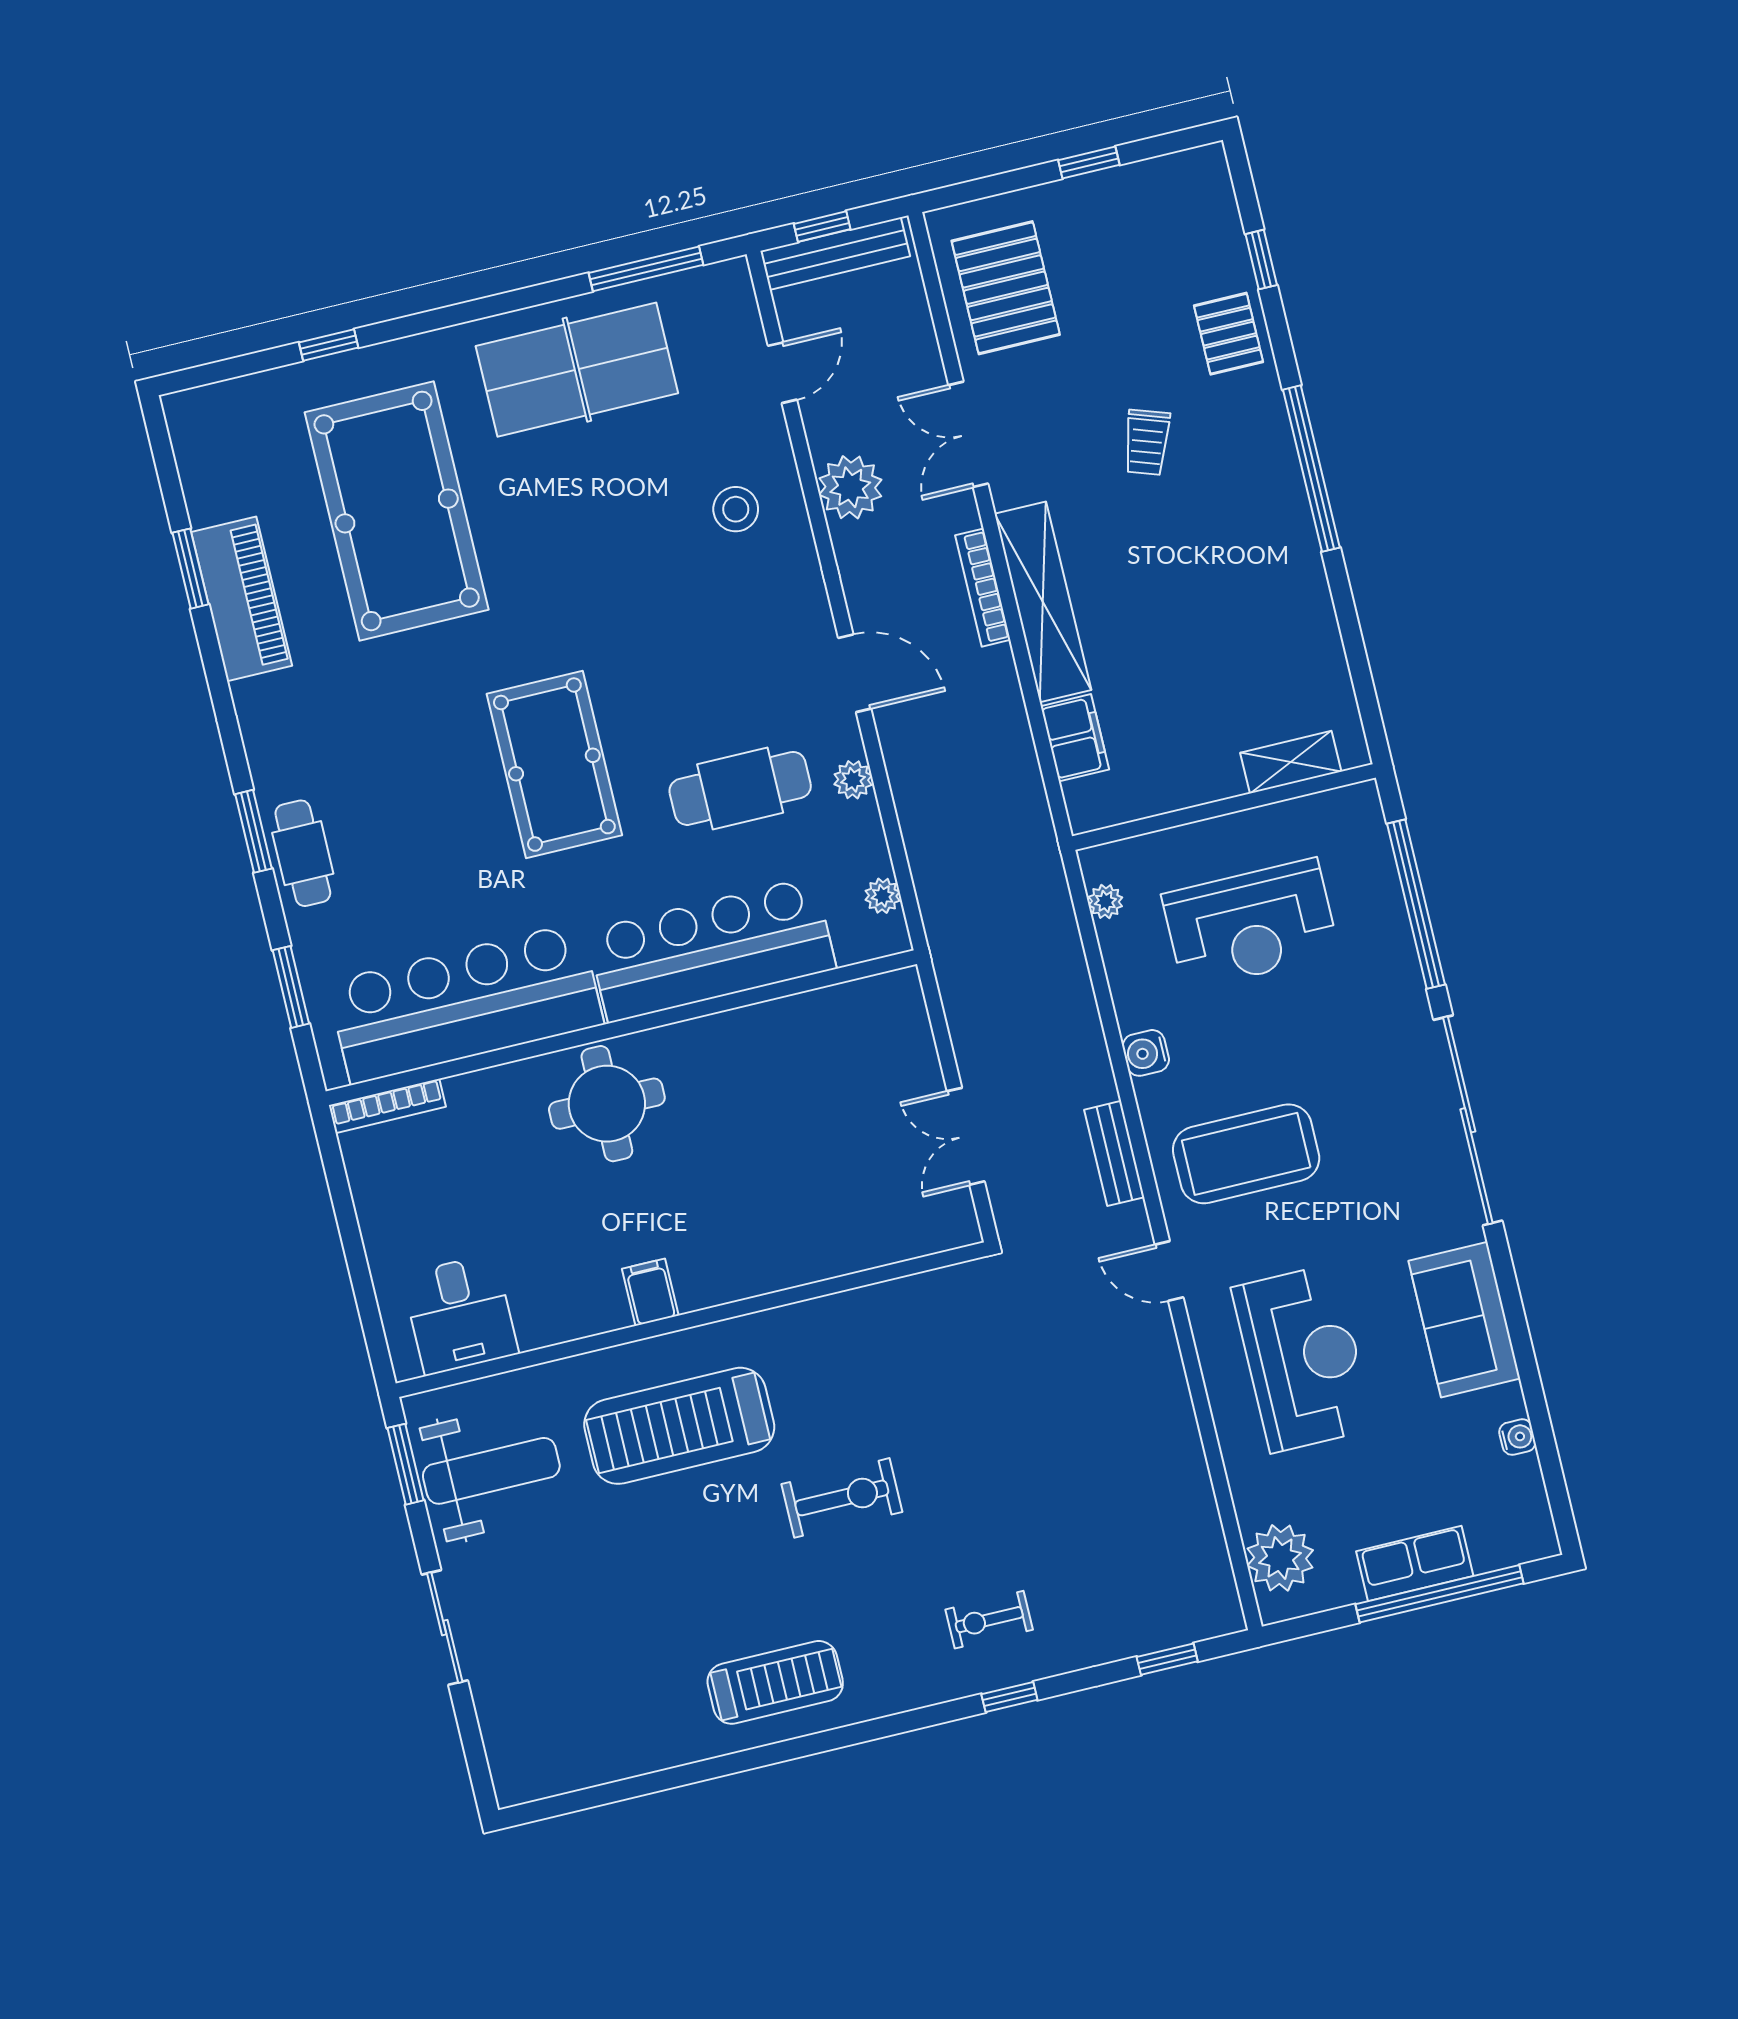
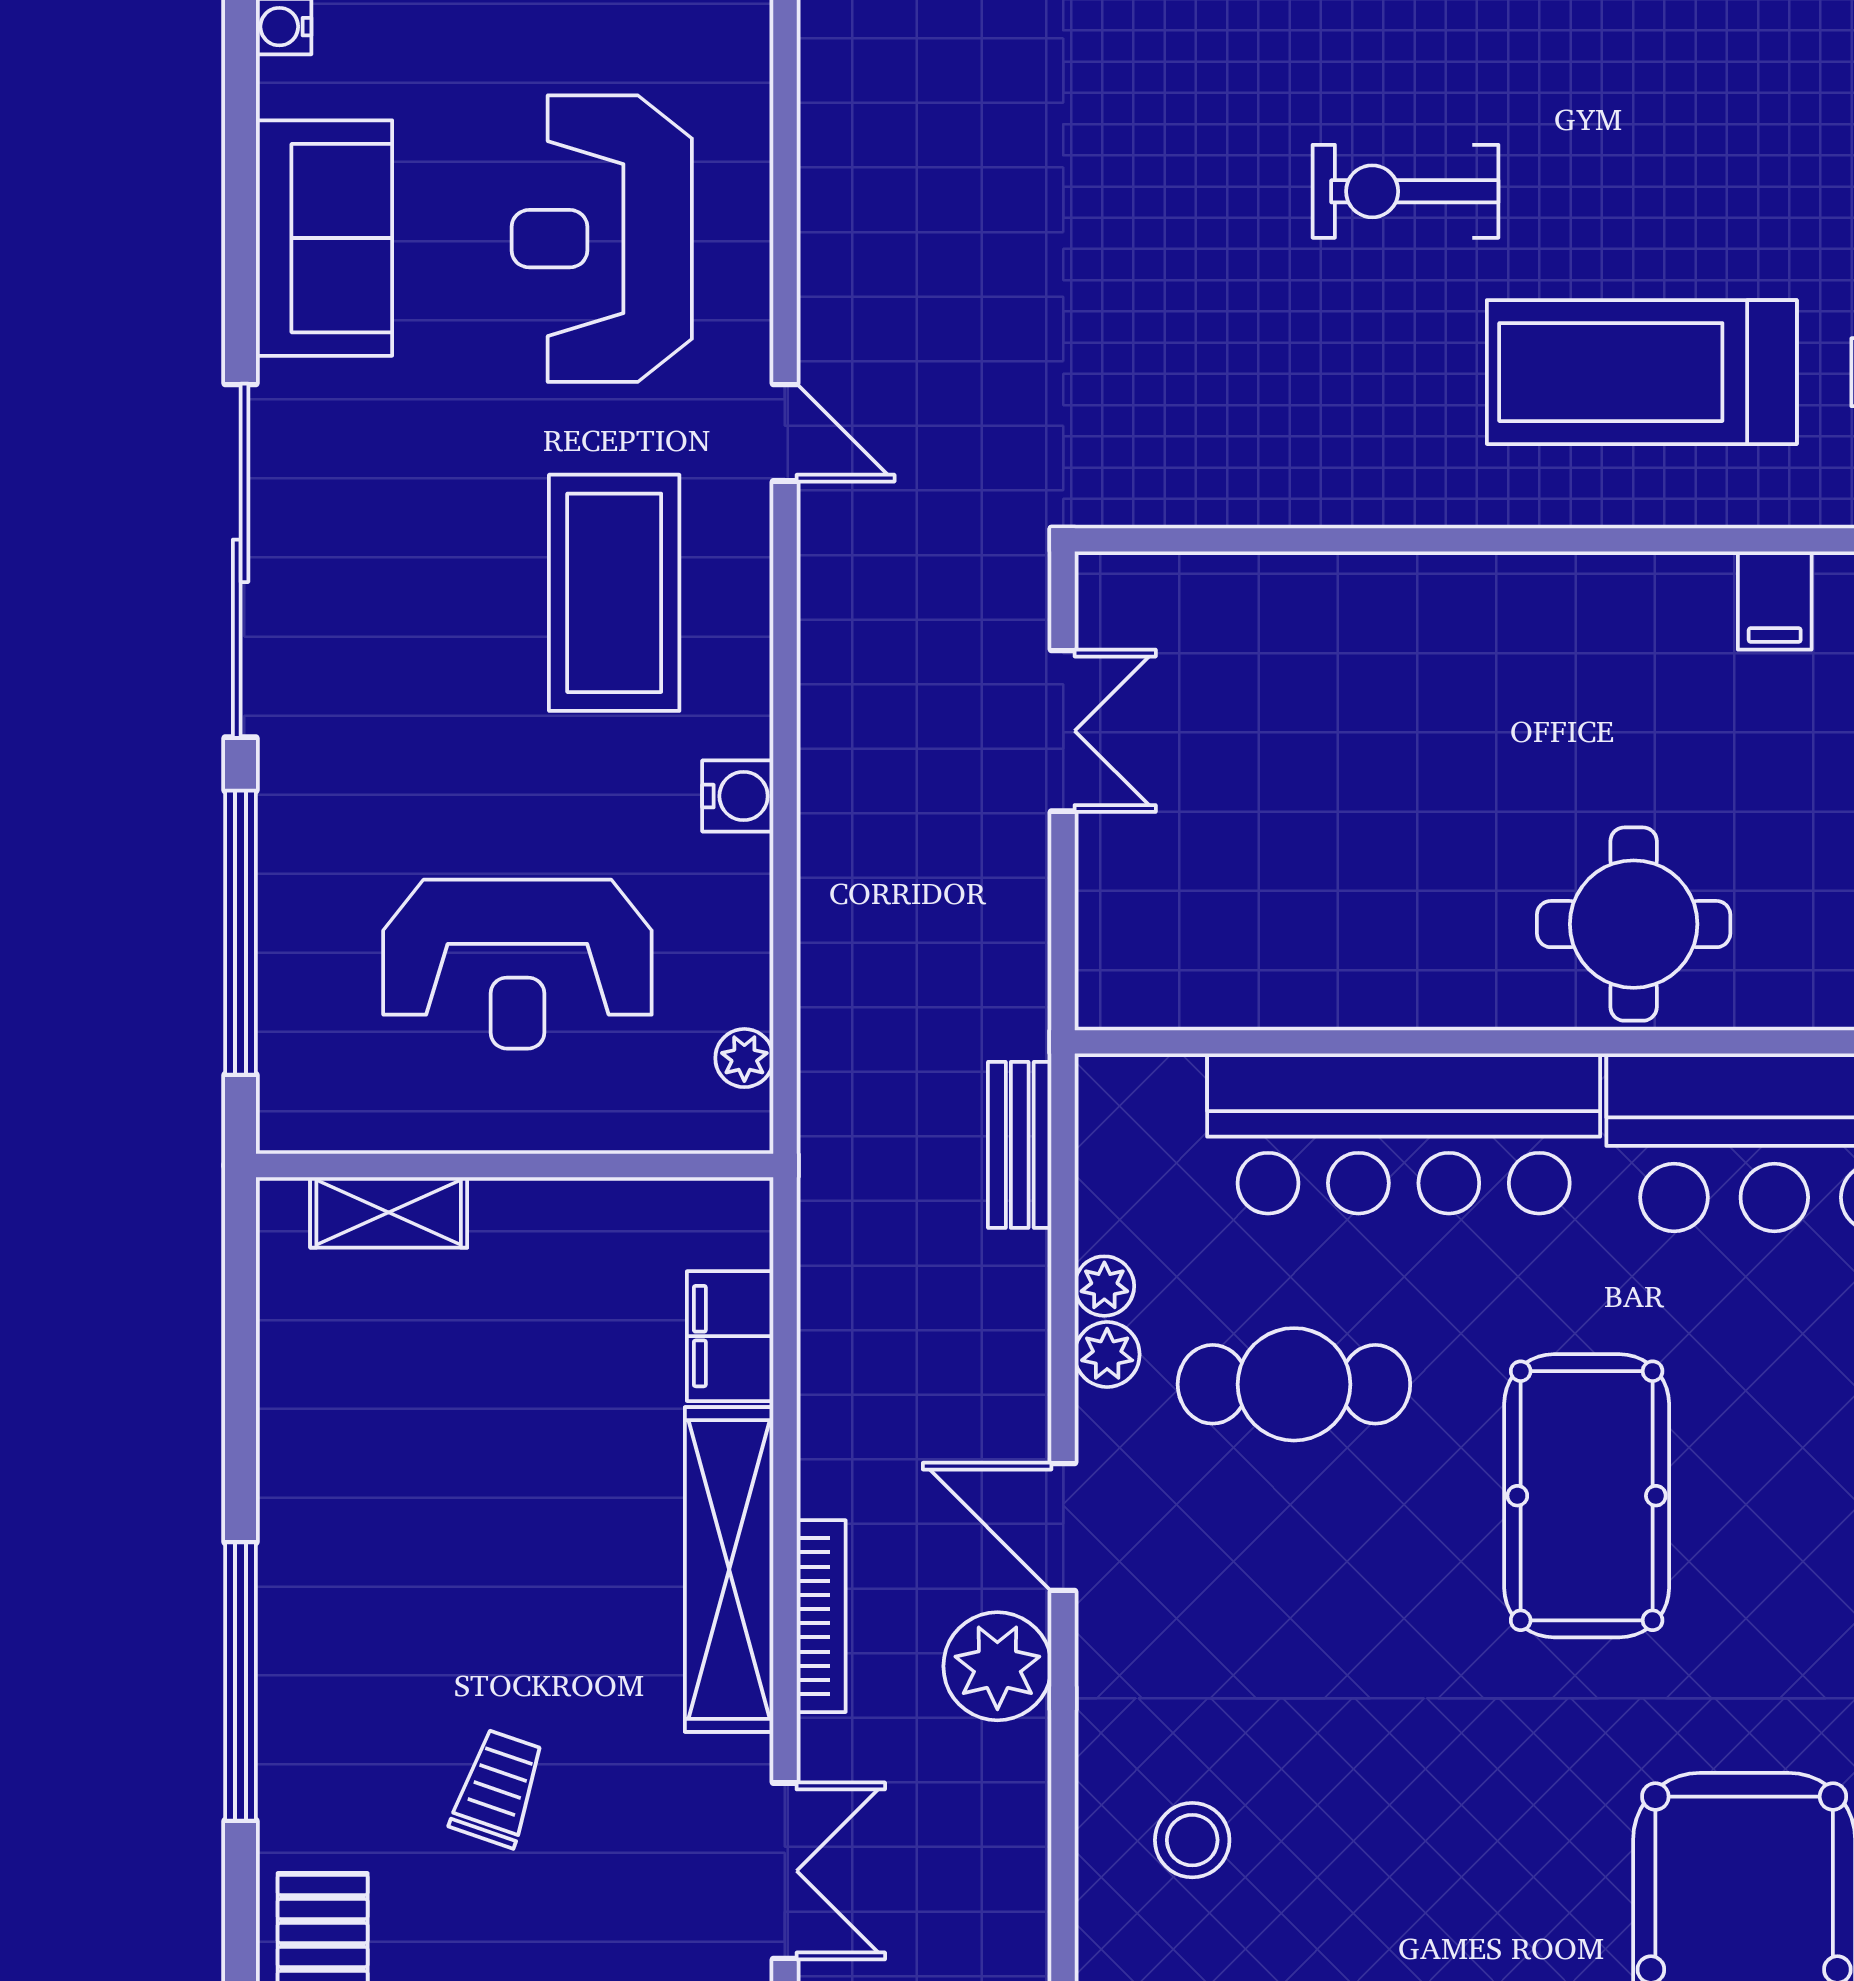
plant: (850, 487) -> (997, 1666), moved
plant: (883, 896) -> (1104, 1286), moved
reception desk: (1251, 924) -> (517, 964), turned 180
bench: (1114, 1153) -> (1020, 1145), moved
coffee table: (1246, 1154) -> (614, 593), turned 90
filing cabinet: (650, 1292) -> (1775, 601), moved
treadmill: (679, 1426) -> (1642, 372), turned 180

